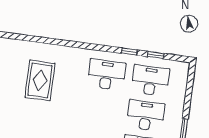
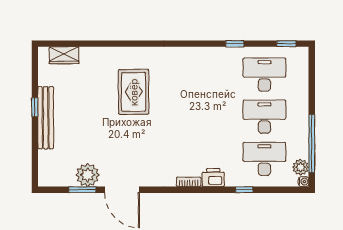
window: (156, 55) -> (286, 44), moved
desk: (106, 75) -> (211, 75), removed

